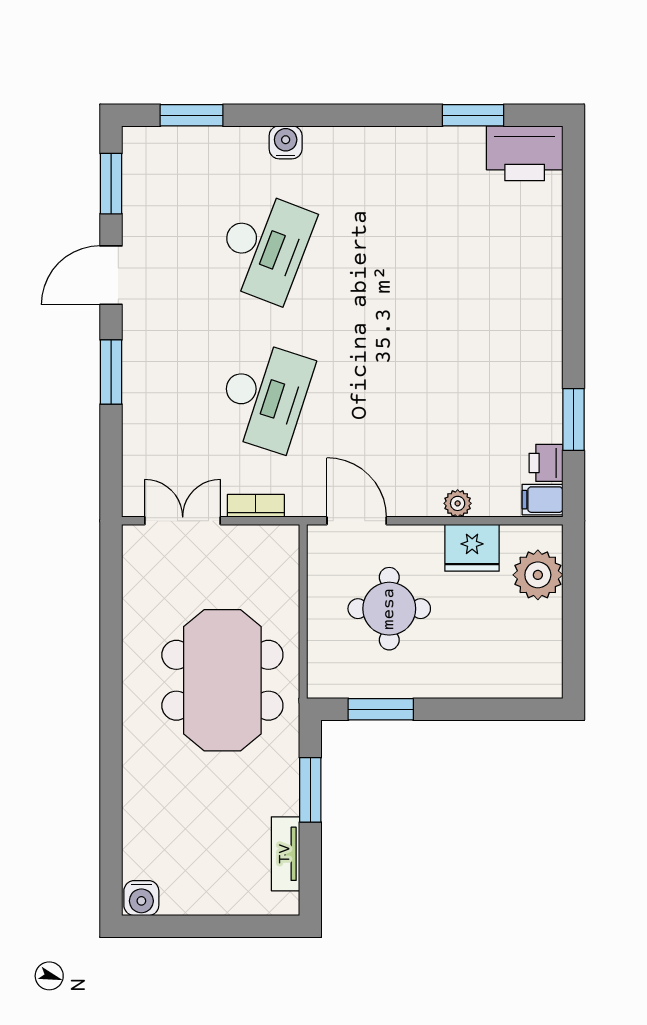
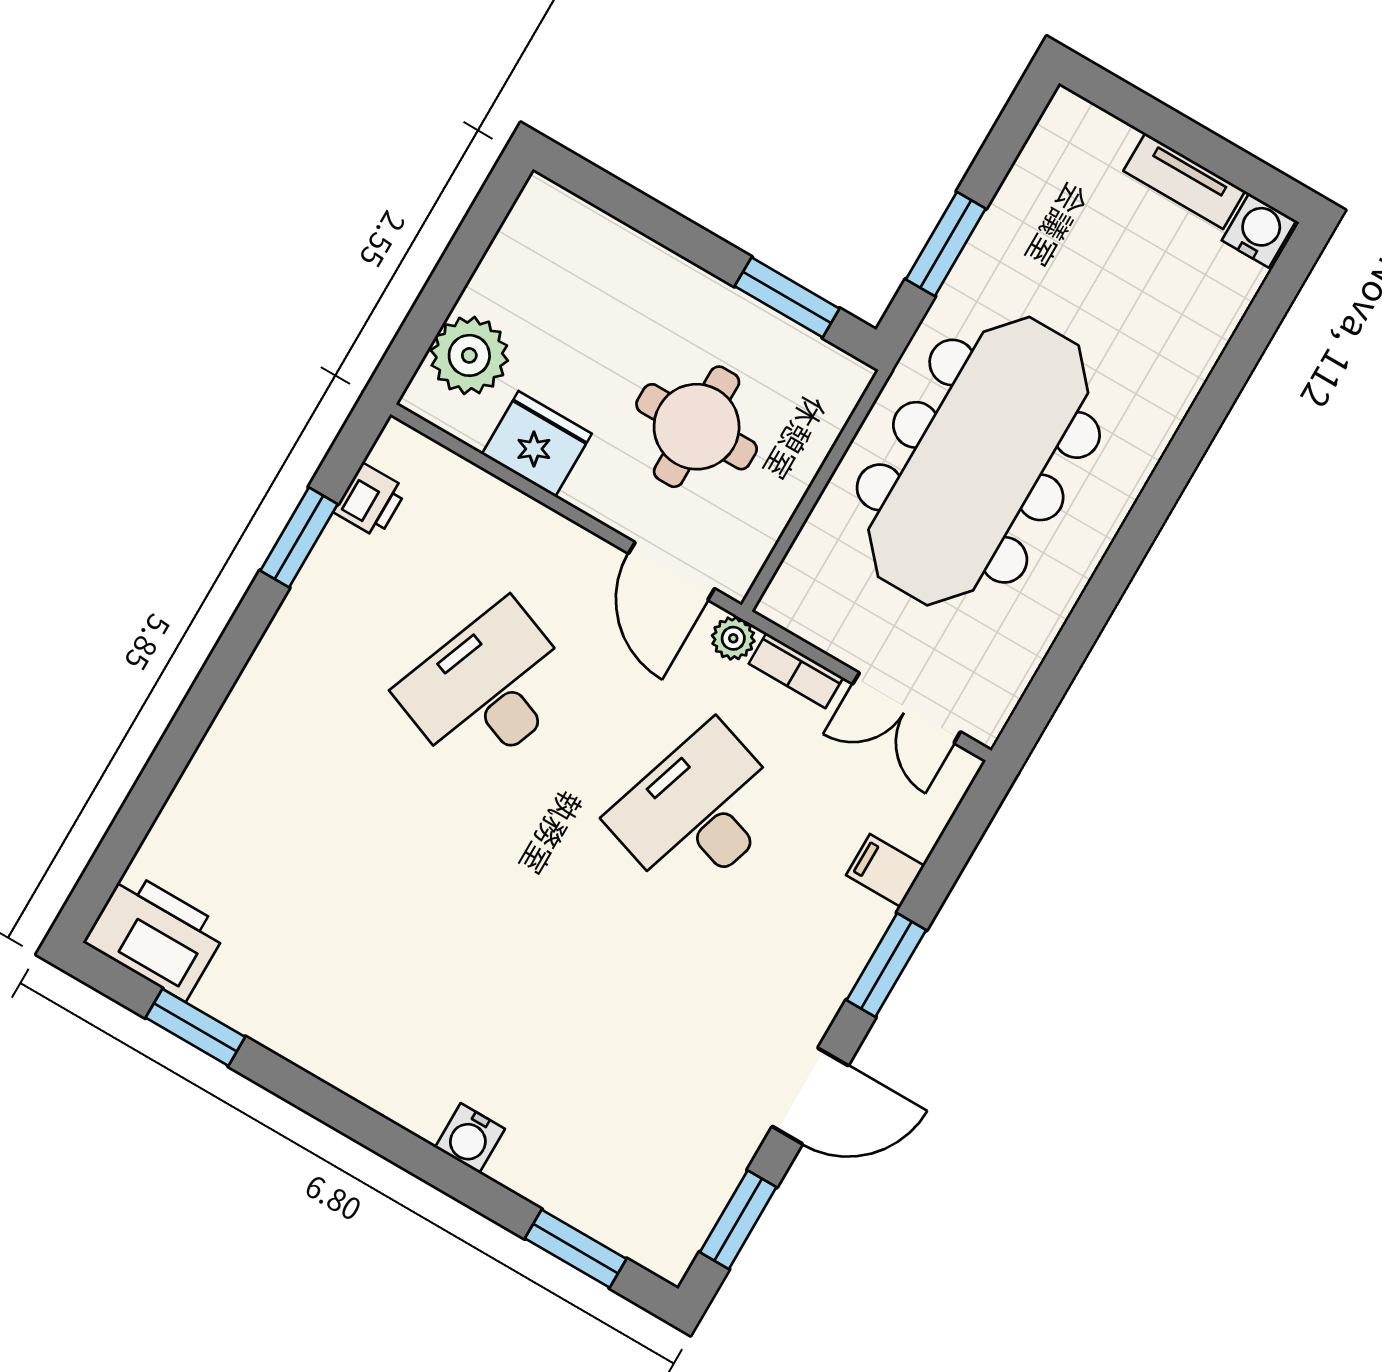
desk: (264, 247) -> (488, 689), moved
filing cabinet: (542, 500) -> (885, 870), moved, turned 180
plant: (458, 503) -> (733, 638), moved
meeting table: (222, 680) -> (978, 461), width x1.36
tv unit: (285, 854) -> (1184, 181), moved, turned 90

